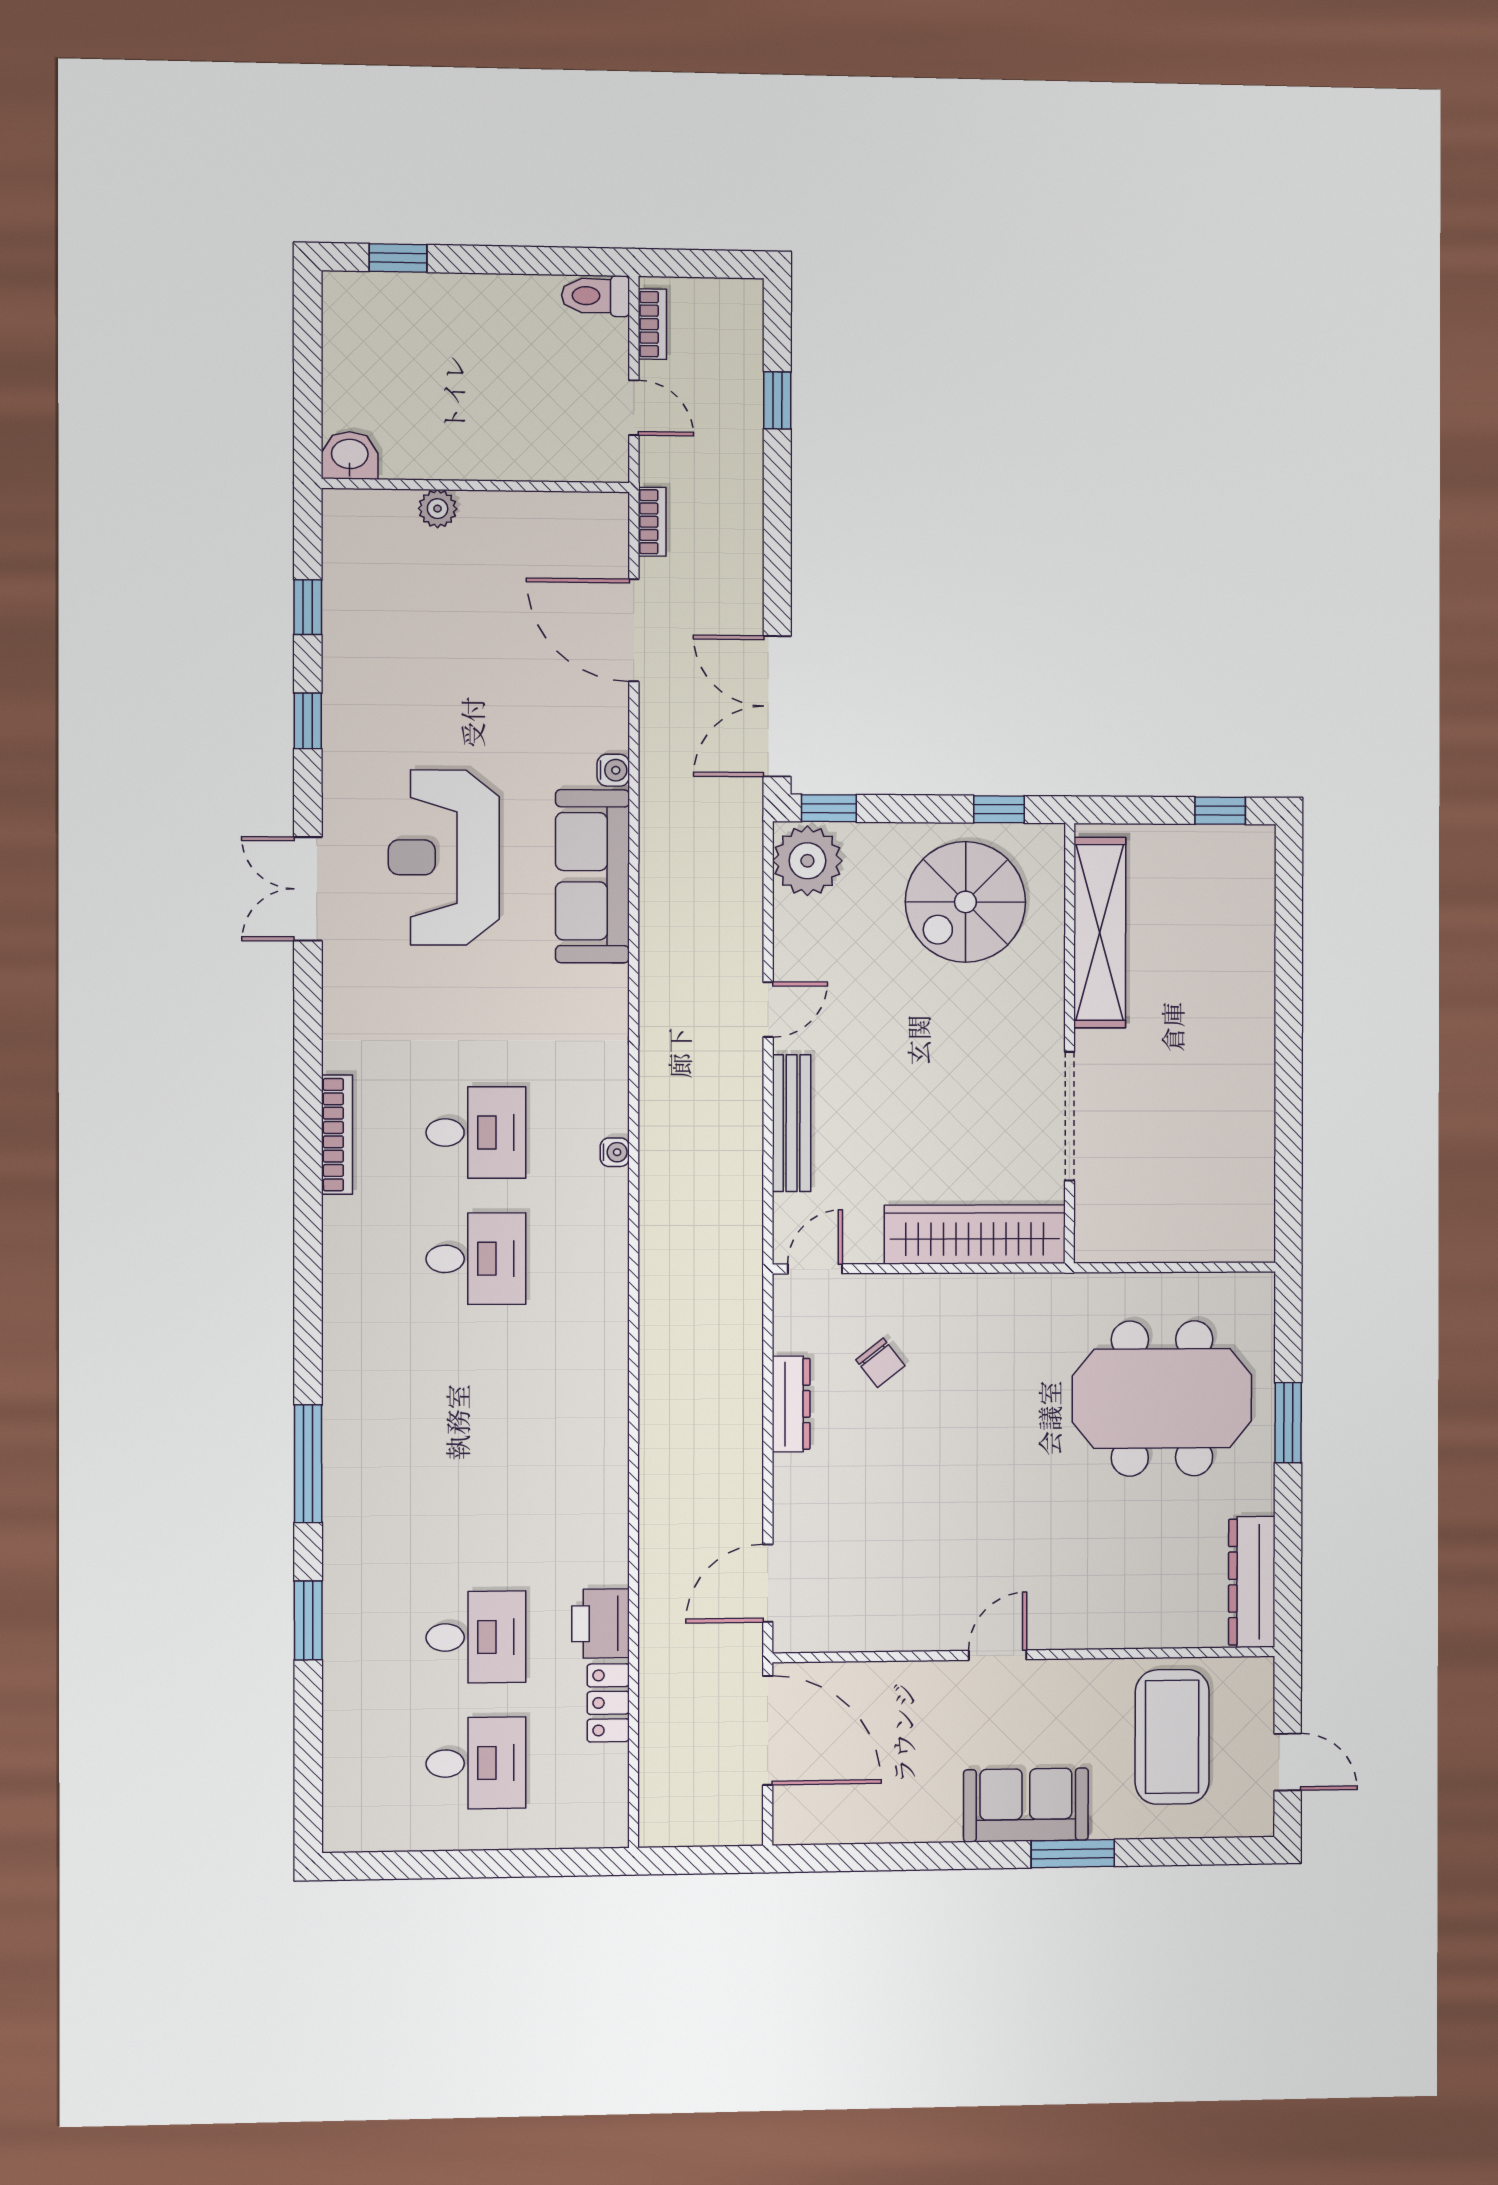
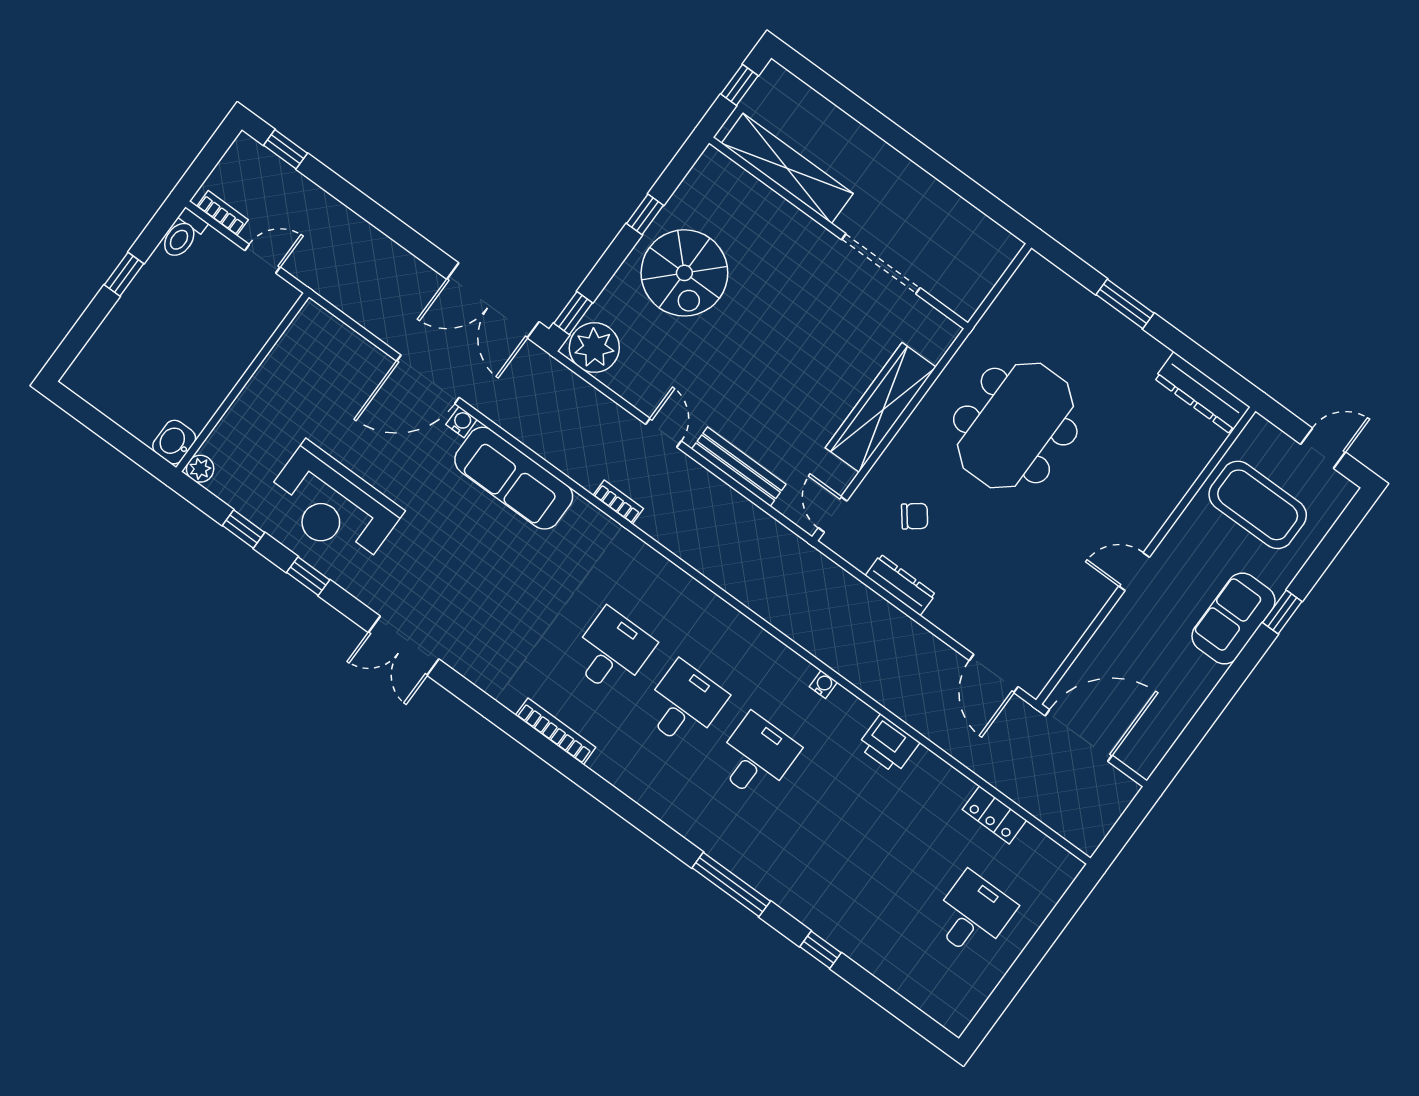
window: (398, 258) -> (124, 274), moved
window: (777, 400) -> (285, 149), moved
plant: (438, 509) -> (200, 469), moved
bookcase: (652, 522) -> (618, 502), moved
door: (634, 630) -> (428, 379), moved
reception desk: (444, 857) -> (333, 506), moved
shelving: (1100, 933) -> (787, 168), moved
wall: (1070, 1043) -> (839, 233), moved
doorway: (1069, 1116) -> (881, 264), moved
water cooler: (615, 1152) -> (823, 684), moved
meeting table: (1162, 1398) -> (1015, 426), moved
window: (308, 1621) -> (821, 950), width x0.67
printer: (600, 1623) -> (888, 744), moved
desk: (476, 1637) -> (756, 757), moved
door: (998, 1655) -> (1134, 572), hinge flipped
window: (1073, 1854) -> (1282, 612), width x0.67

